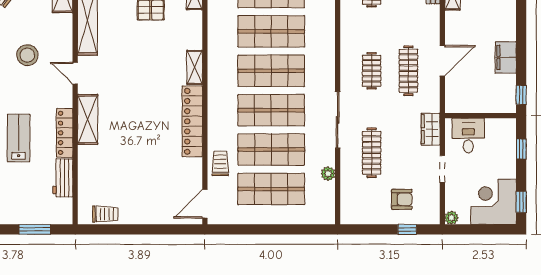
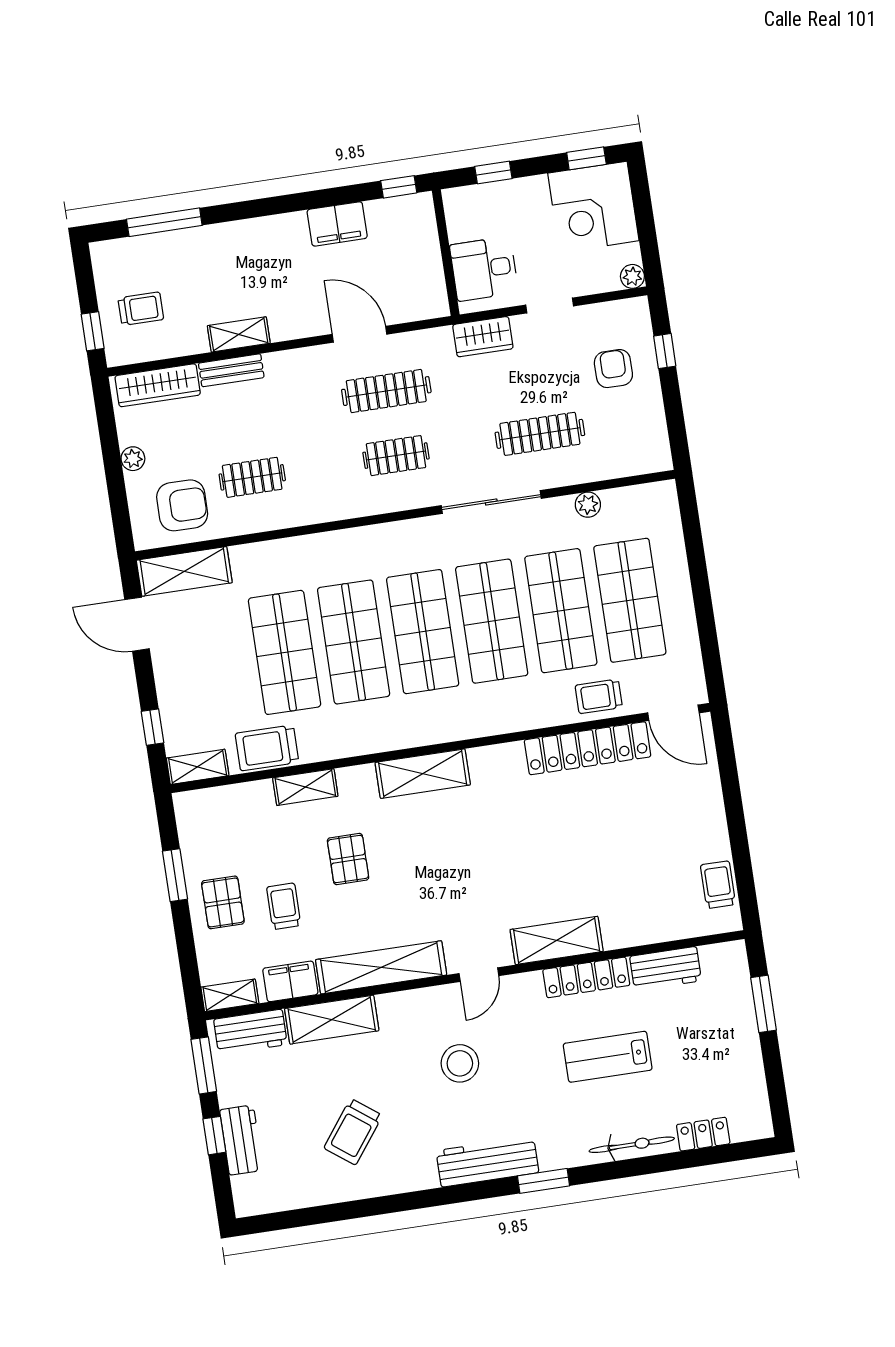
shelving: (195, 67) -> (423, 774), width x1.50, depth x1.33
locker: (192, 121) -> (588, 748), moved

